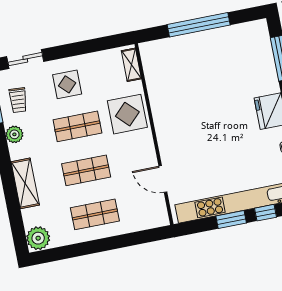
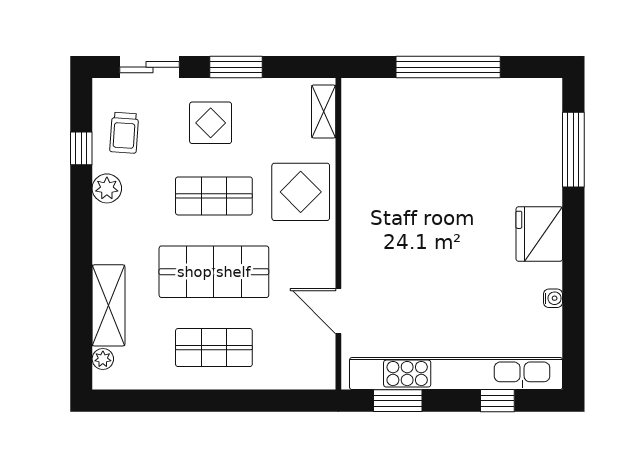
window: (75, 49) -> (236, 67), added
shop shelf: (86, 170) -> (214, 272), width x1.43, depth x1.36
shelving: (25, 183) -> (109, 305), moved
window: (231, 219) -> (398, 401), moved
plant: (38, 238) -> (103, 359), width x0.53, depth x0.53

